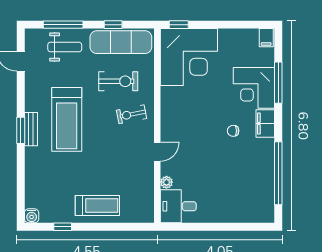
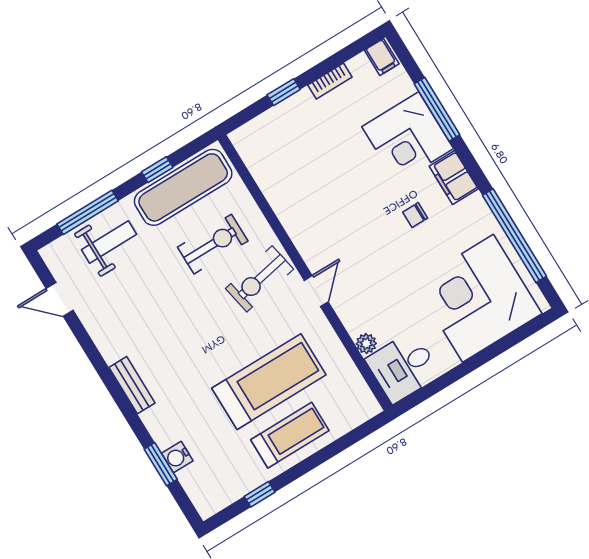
window: (179, 25) -> (284, 92), moved
bookcase: (231, 34) -> (330, 81), added
corner desk: (189, 57) -> (478, 298), moved, turned 180
exercise bike: (131, 114) -> (260, 279), width x1.38, depth x1.39
treadmill: (67, 119) -> (269, 382), moved, turned -90
window: (21, 130) -> (161, 464), moved
door: (157, 152) -> (316, 291), moved
water cooler: (32, 216) -> (177, 457), moved, turned 90

